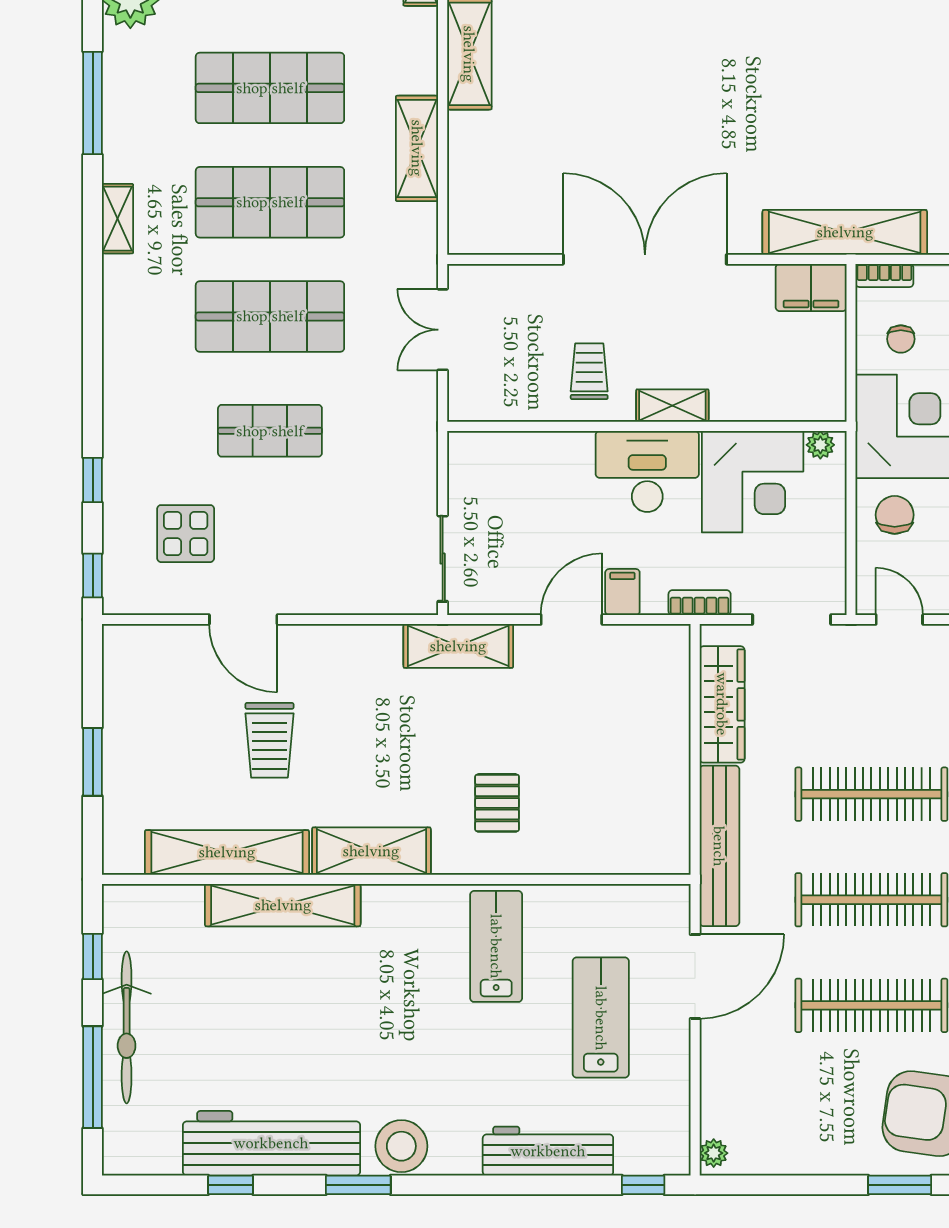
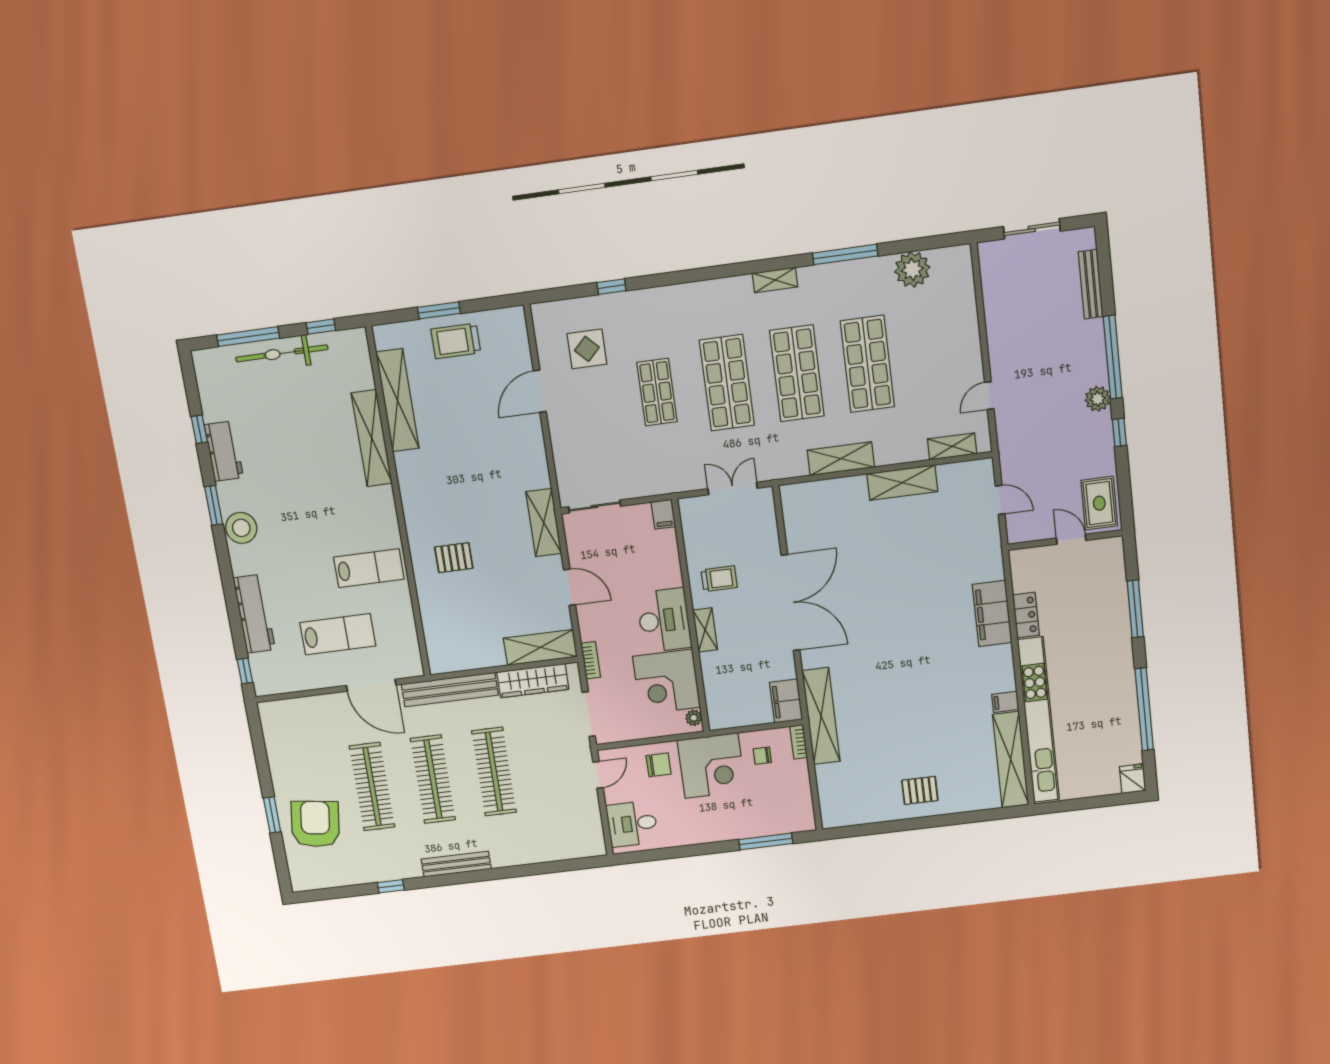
window: (93, 576) -> (553, 295), removed
filing cabinet: (622, 592) -> (663, 514), moved, turned 90
trolley: (269, 740) -> (456, 341), moved
shelving: (371, 851) -> (540, 647), moved, turned 90
workbench: (271, 1143) -> (224, 451), width x0.53, depth x0.76
plant: (714, 1153) -> (271, 709), removed

